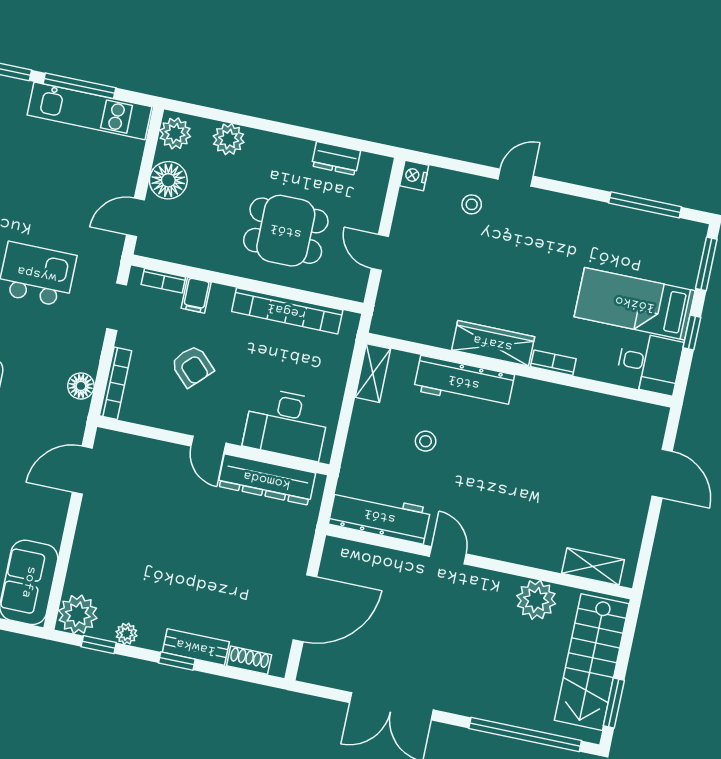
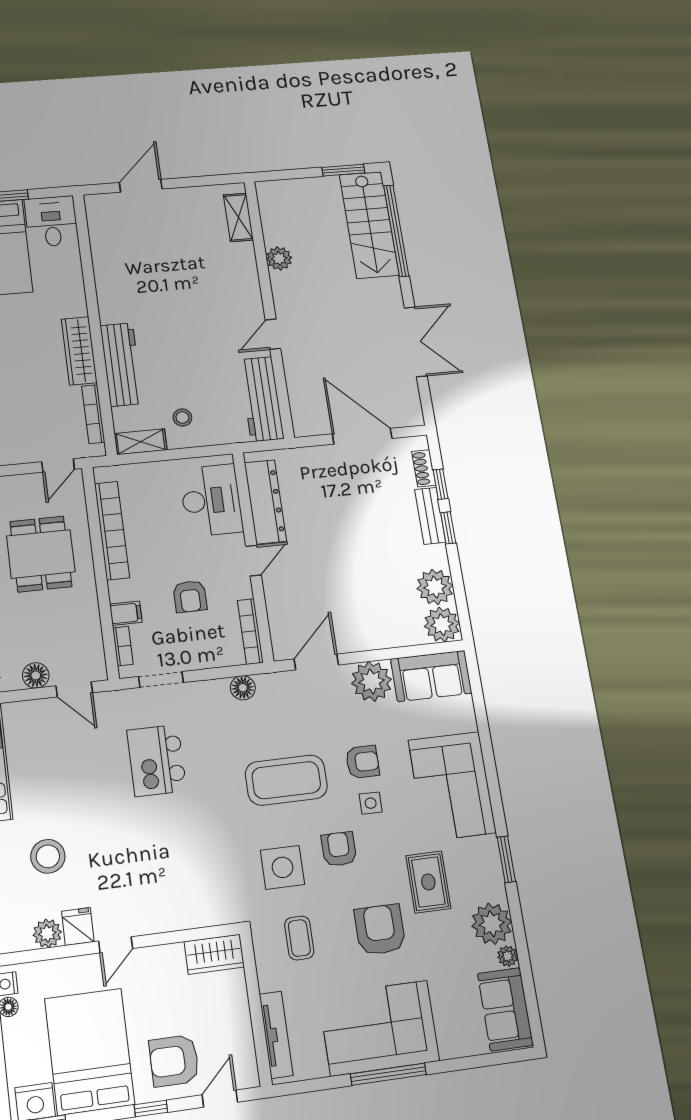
floor lamp: (168, 180) -> (36, 675), width x0.73, depth x0.73
door: (380, 252) -> (58, 466), moved
bookcase: (553, 363) -> (93, 414), moved, width x1.56
armchair: (192, 366) -> (190, 596), turned 135
bookcase: (116, 383) -> (250, 631), moved, turned -90
stool: (426, 441) -> (182, 417), moved
door: (82, 470) -> (316, 662), swing flipped
plant: (44, 519) -> (371, 681), added
plant: (536, 600) -> (279, 258), width x0.73, depth x0.73
plant: (126, 634) -> (435, 587), width x1.87, depth x1.87
window: (99, 645) -> (441, 484), moved
stairs: (592, 662) -> (369, 225), moved, turned 90

